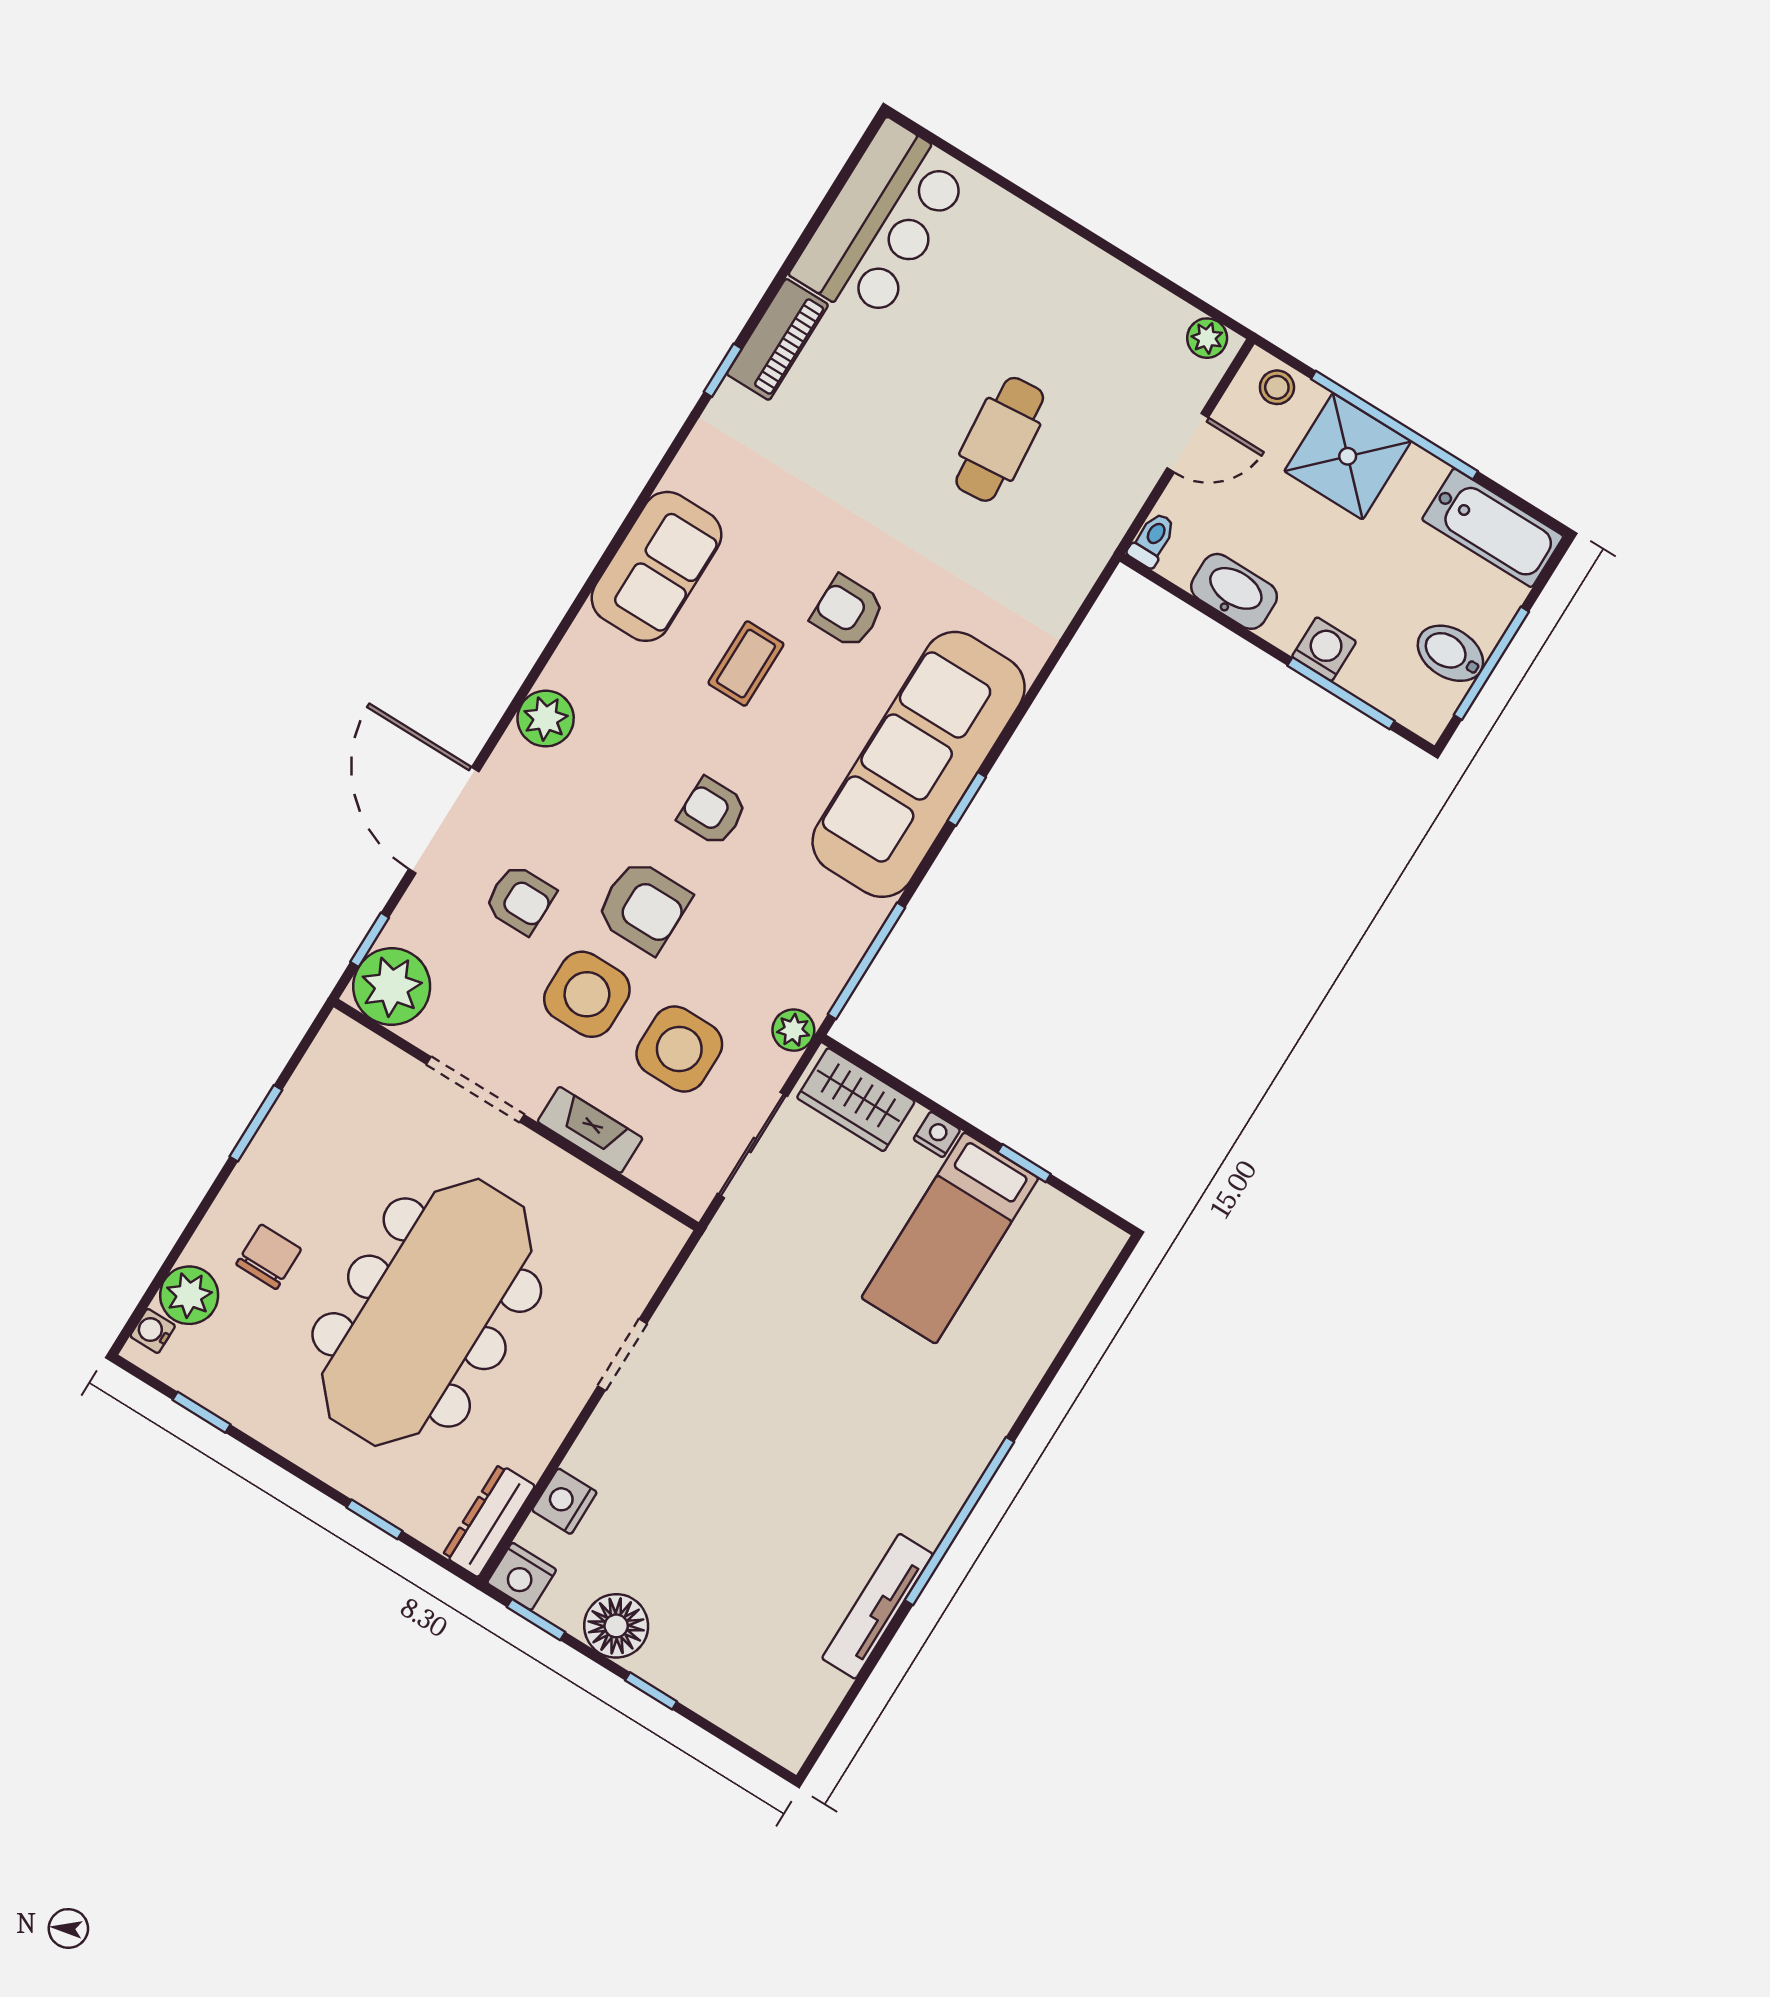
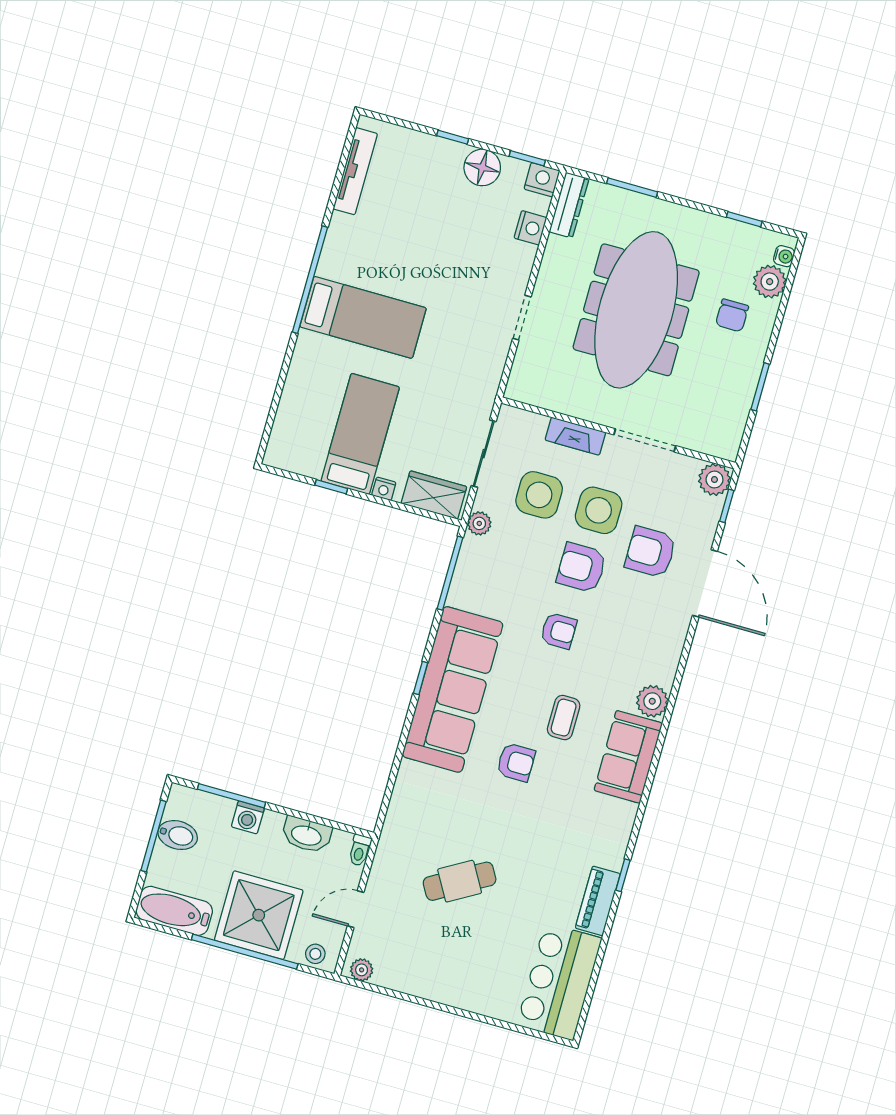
cafe table: (1000, 439) -> (460, 881), turned 65
shower: (1348, 456) -> (259, 915), width x1.37, depth x1.37
plant: (546, 719) -> (652, 701), moved
armchair: (520, 899) -> (650, 552), width x1.38, depth x1.38
plant: (392, 987) -> (714, 480), width x0.73, depth x0.73
bed: (889, 1432) -> (363, 317), added
window: (374, 1519) -> (632, 188), width x1.50
tv unit: (877, 1606) -> (355, 171), moved

